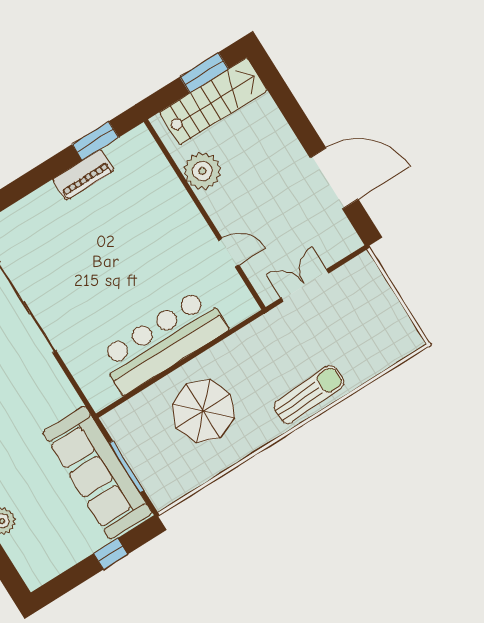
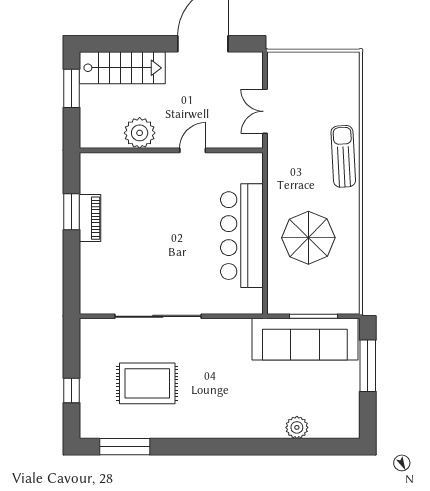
stairs: (213, 101) -> (122, 68), moved, turned 90
window: (95, 141) -> (71, 212), moved
door: (229, 253) -> (193, 150), moved
window: (111, 554) -> (368, 366), width x2.17

